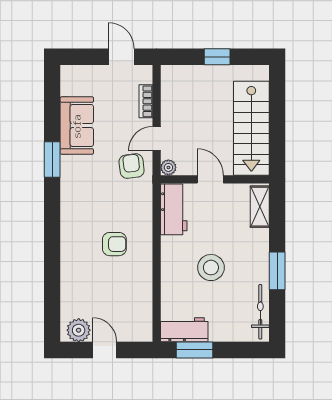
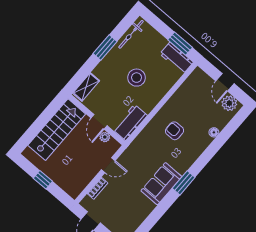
sofa: (77, 126) -> (161, 184), moved
window: (52, 159) -> (184, 183), moved
armchair: (132, 166) -> (132, 162), removed
plant: (168, 167) -> (105, 137), moved
floor lamp: (67, 281) -> (214, 132), added

